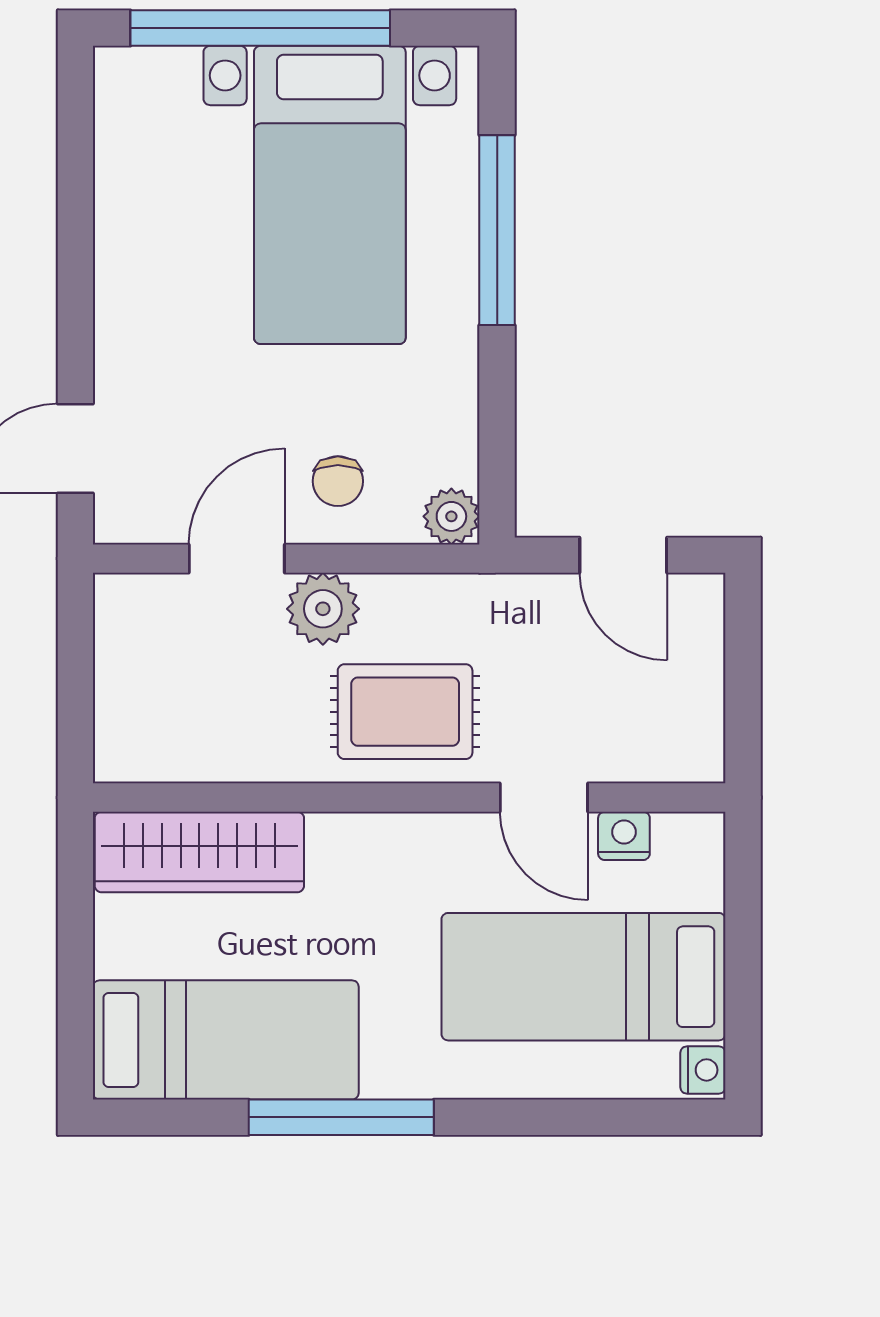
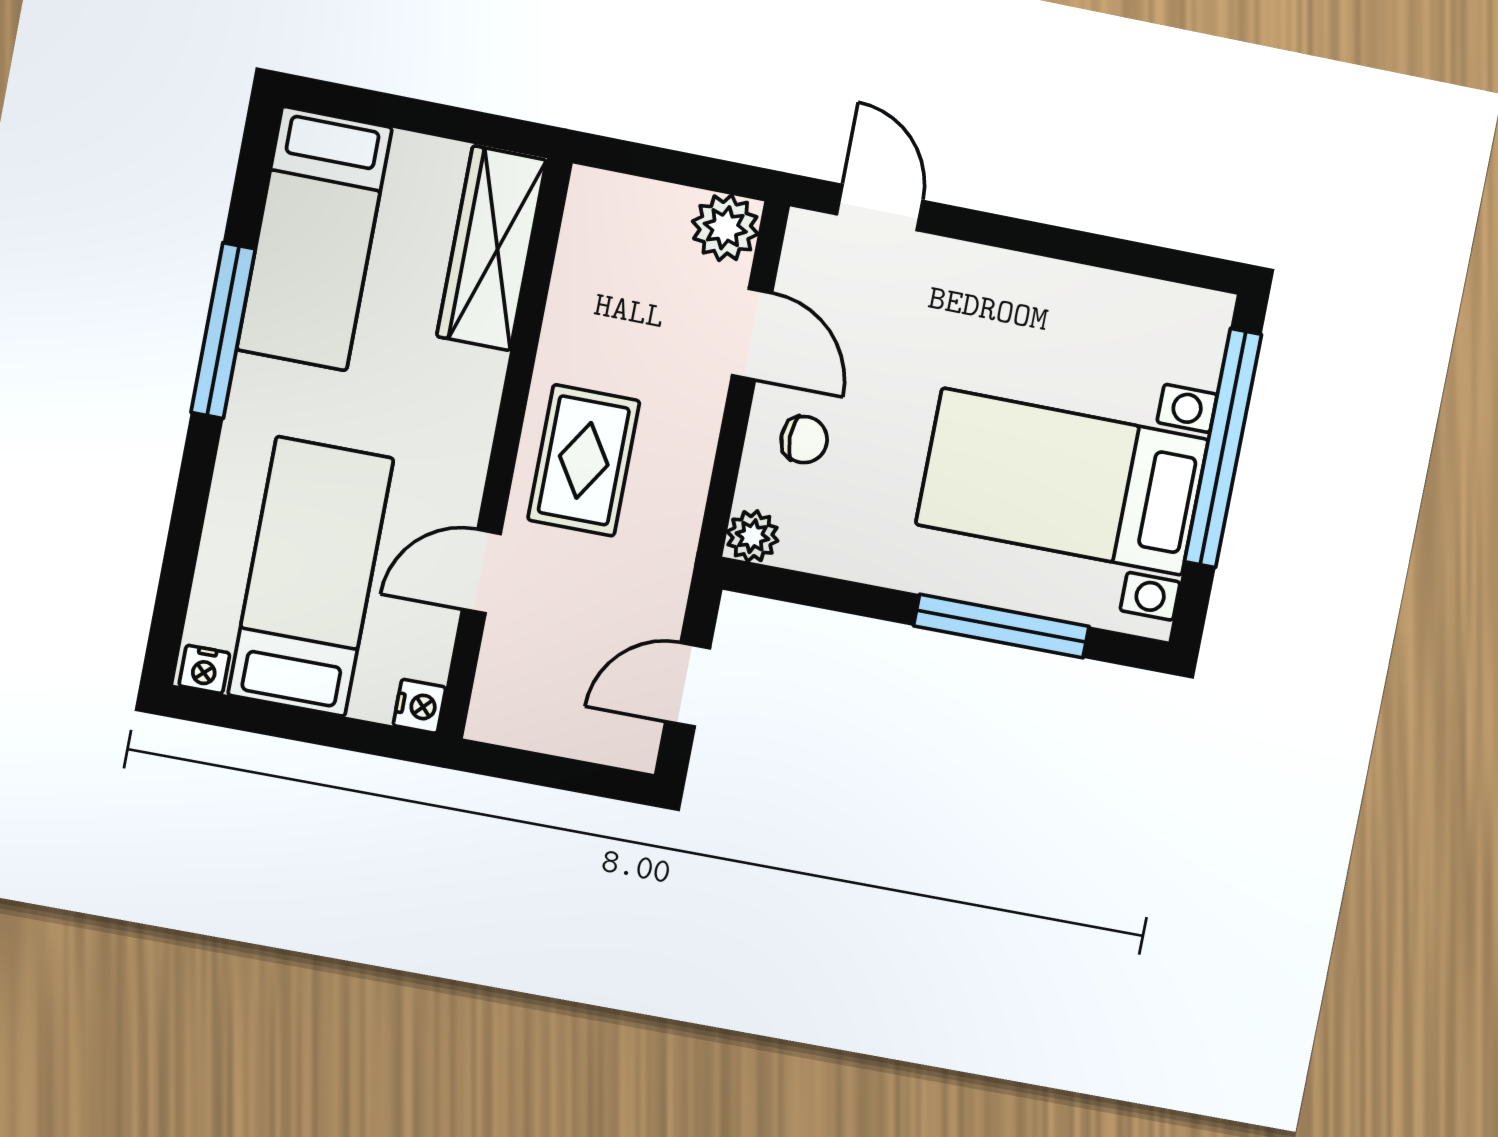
chair: (338, 481) -> (804, 440), turned 180
plant: (323, 609) -> (725, 228), moved
nightstand: (624, 836) -> (419, 706), moved

